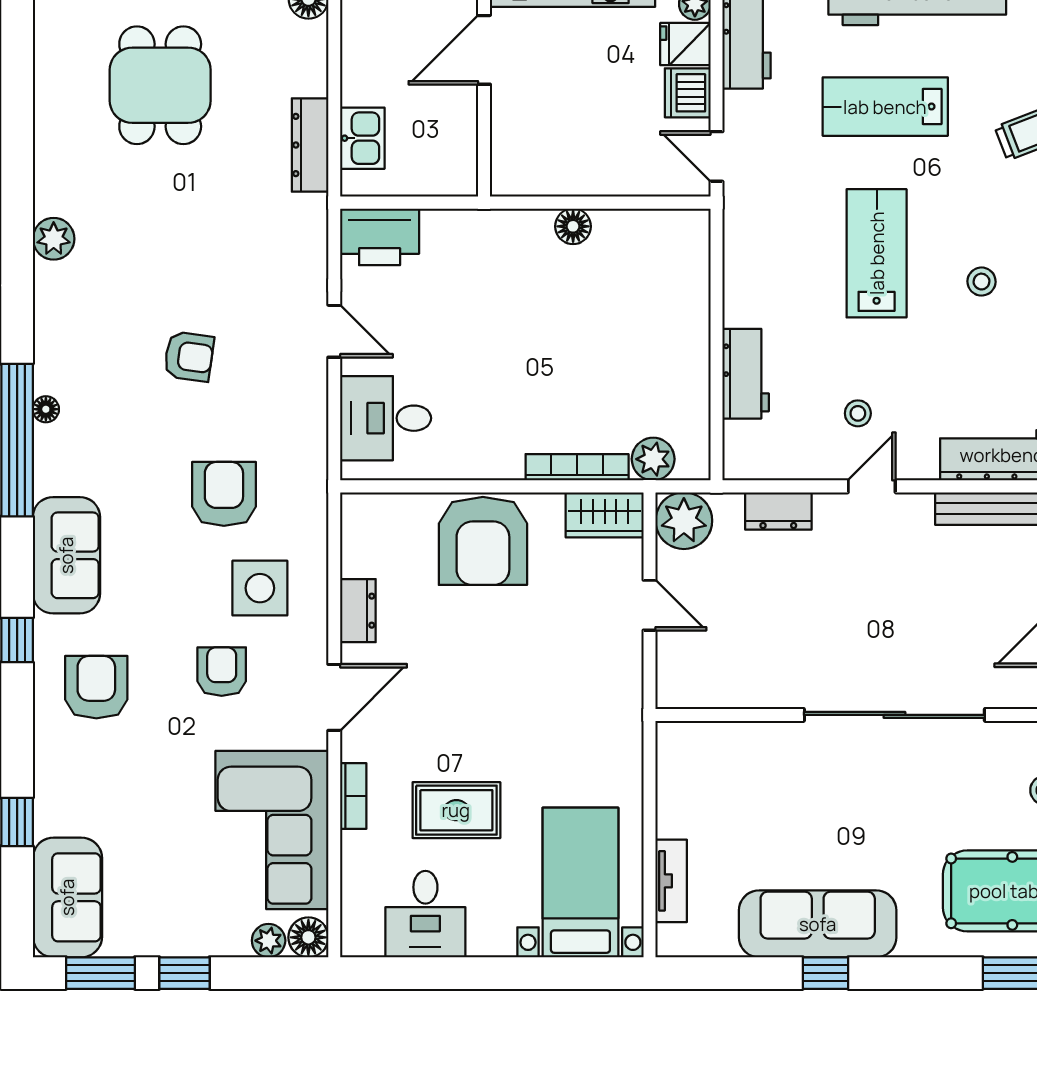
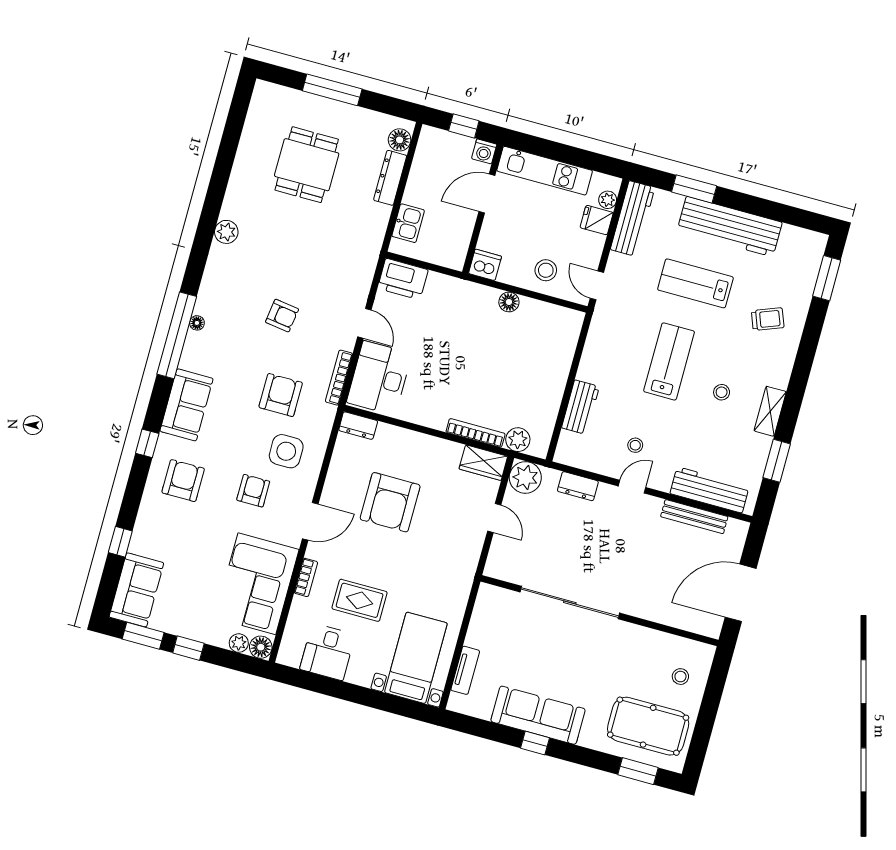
dishwasher: (688, 93) -> (485, 265), moved, turned 90
dresser: (310, 145) -> (390, 178), moved
stool: (621, 154) -> (546, 270), added
desk: (386, 418) -> (379, 378), width x1.37
bookcase: (316, 437) -> (339, 378), added
armchair: (483, 541) -> (390, 502), moved
dresser: (358, 611) -> (358, 426), moved, turned 90
sliding door: (894, 715) -> (570, 603), moved

